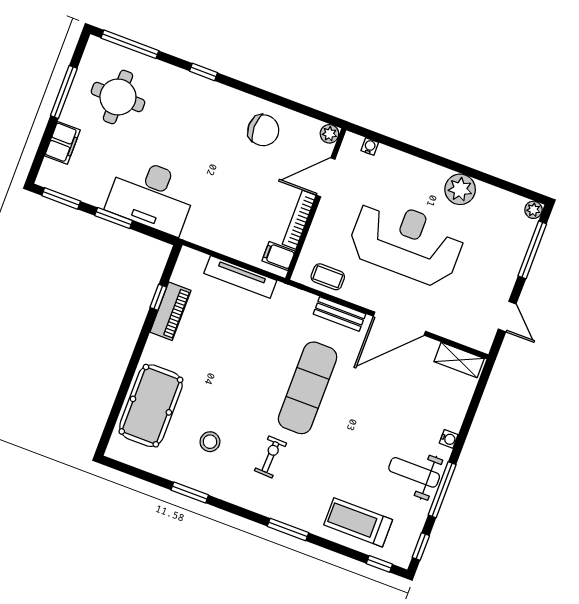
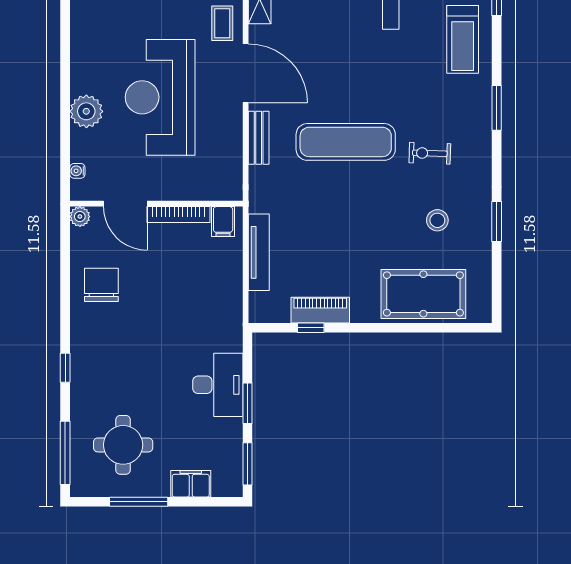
plant: (460, 189) -> (86, 111), moved
desk: (152, 196) -> (218, 385), width x0.73, depth x0.77
coffee table: (328, 277) -> (222, 23), moved

